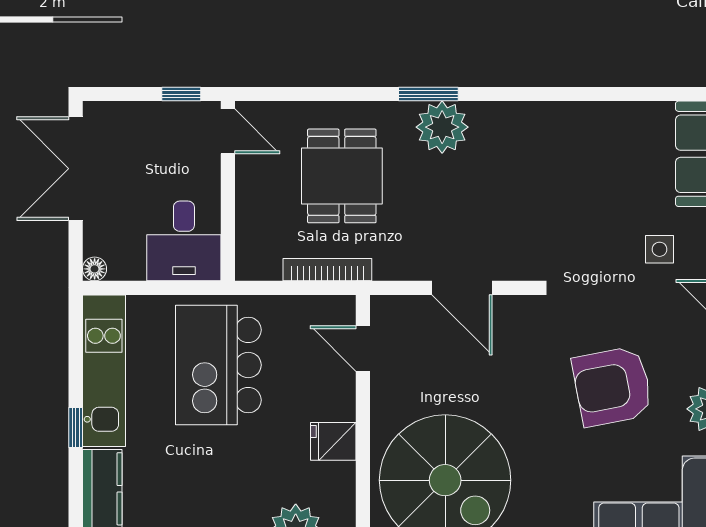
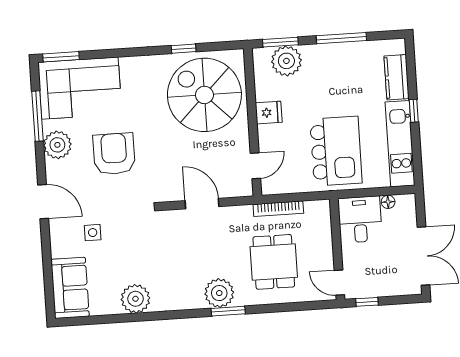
plant: (591, 127) -> (135, 299), added
floor lamp: (95, 269) -> (388, 202), moved
door: (363, 348) -> (255, 166), hinge flipped
armchair: (612, 386) -> (114, 154), turned -79

